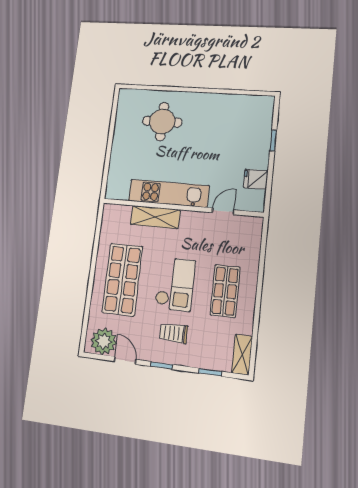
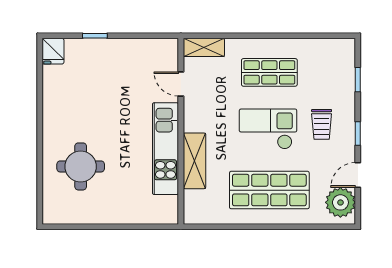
fridge: (256, 179) -> (53, 51), moved
shelving: (242, 355) -> (204, 47), moved

